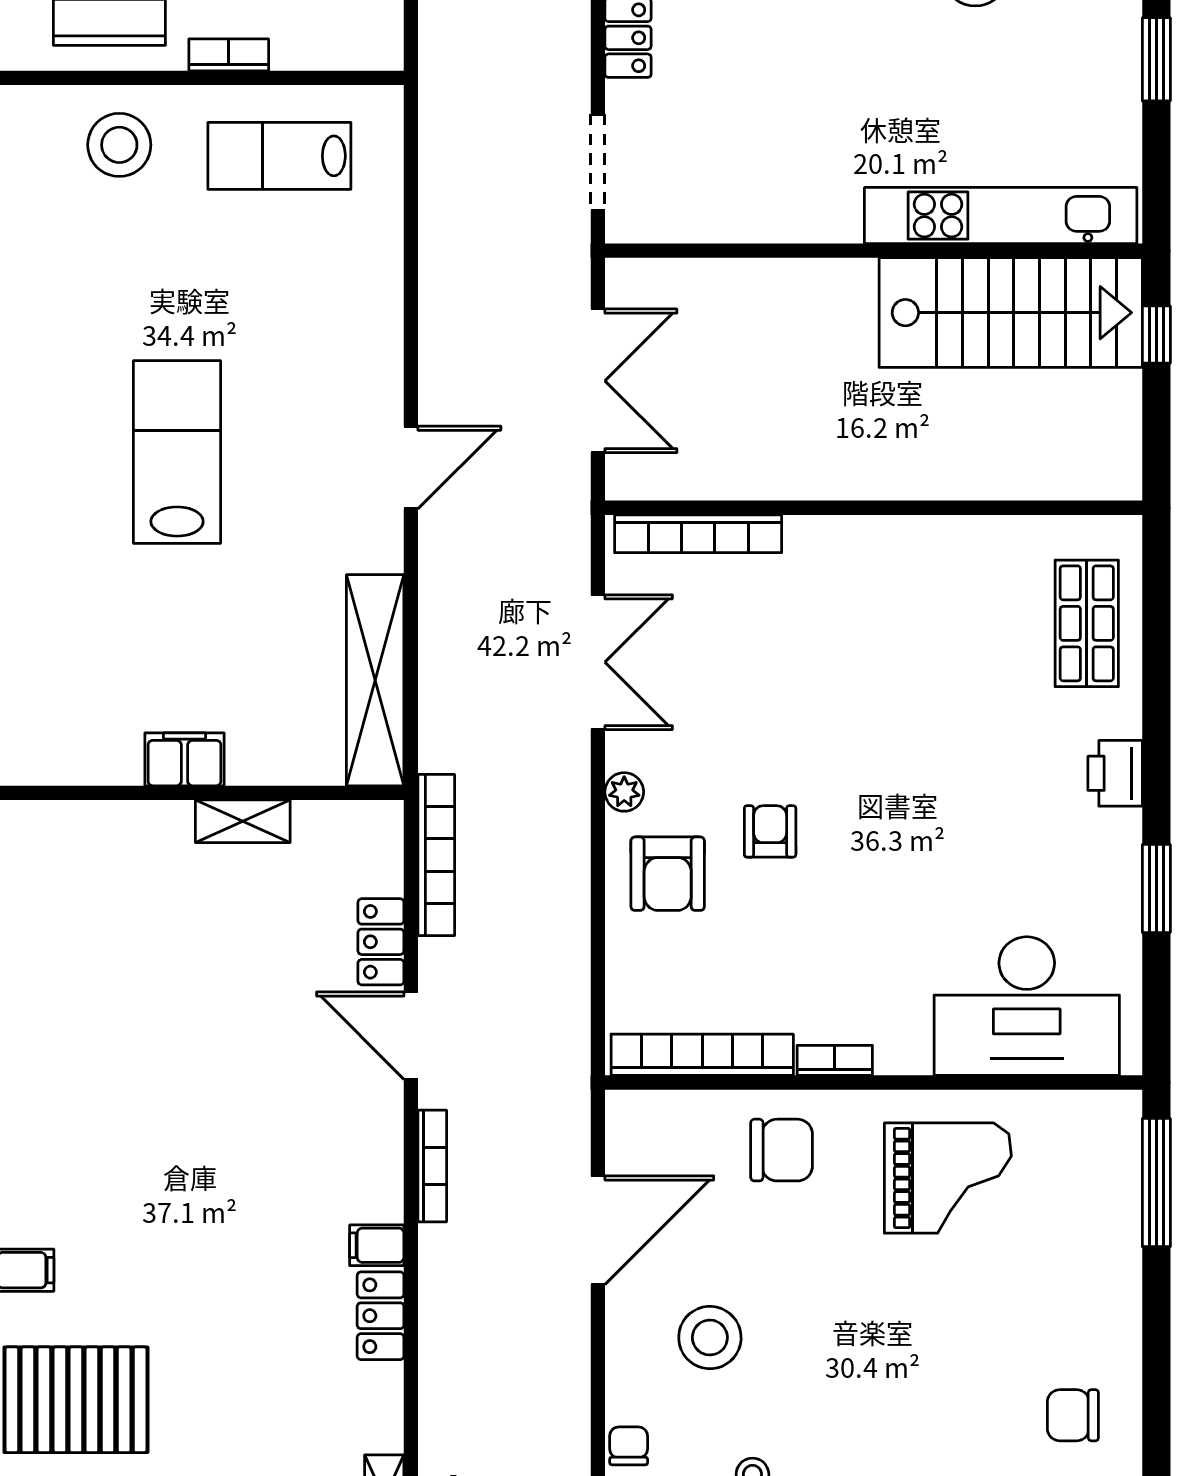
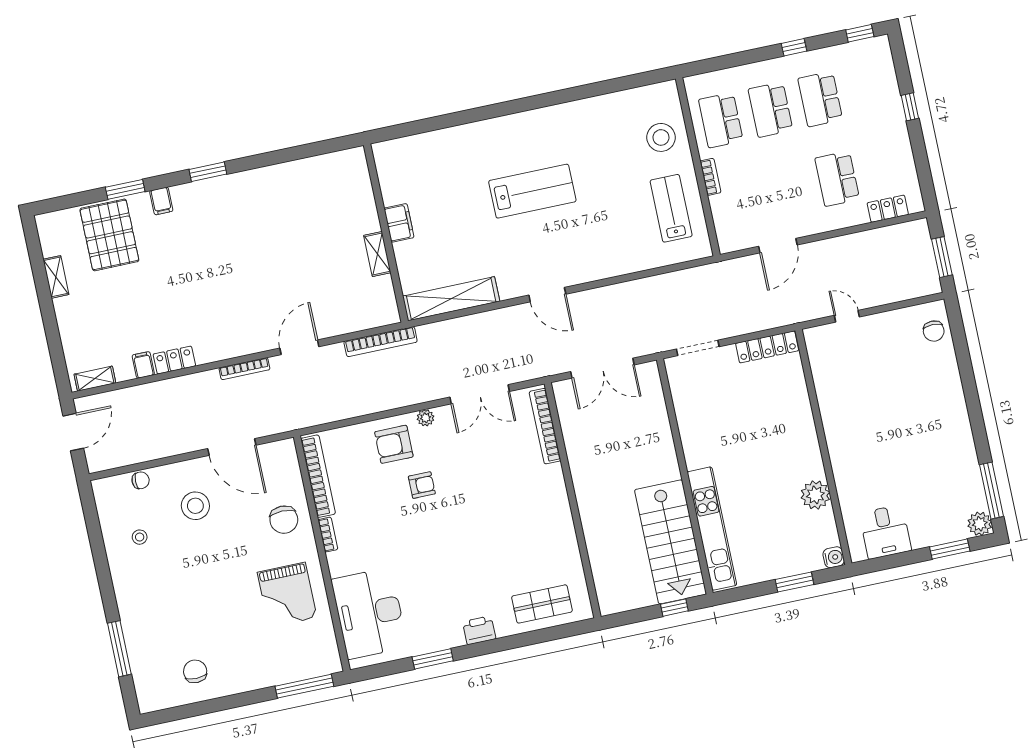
locker: (381, 942) -> (338, 326), removed
filing cabinet: (377, 1245) -> (143, 365), moved

